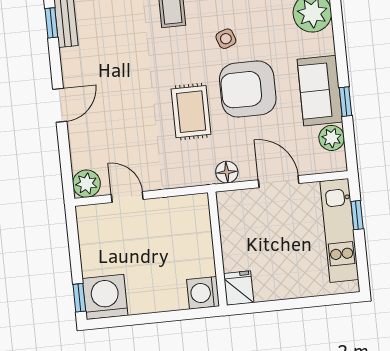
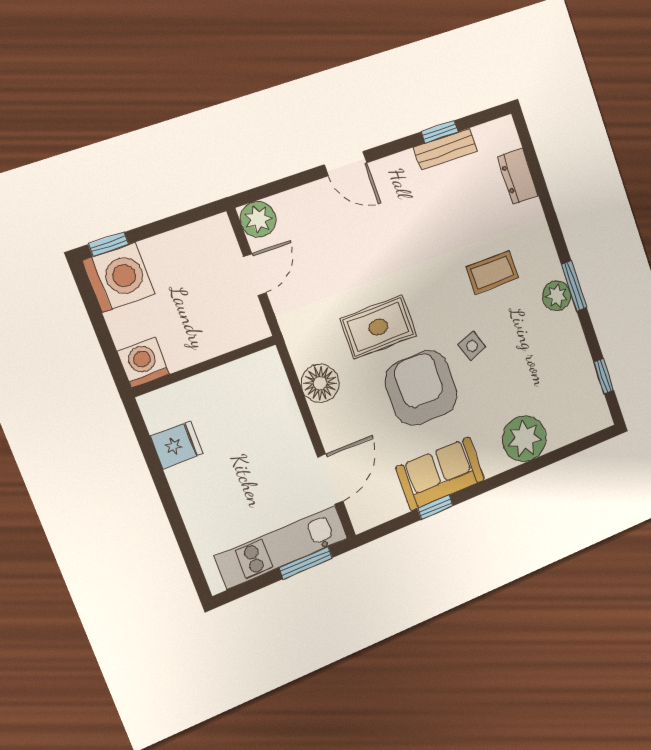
plant: (332, 138) -> (390, 504), removed
floor lamp: (227, 172) -> (320, 383), width x1.38, depth x1.38
door: (279, 182) -> (330, 479), moved
window: (357, 215) -> (306, 563), width x1.50
wall: (217, 249) -> (205, 366), moved
washing machine: (203, 293) -> (143, 363), moved

